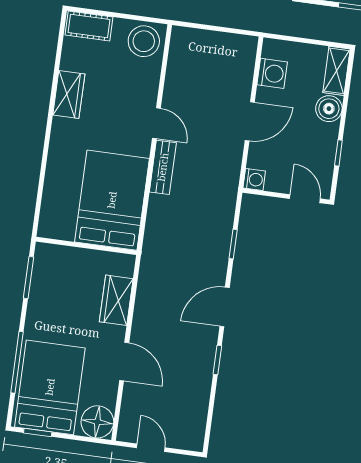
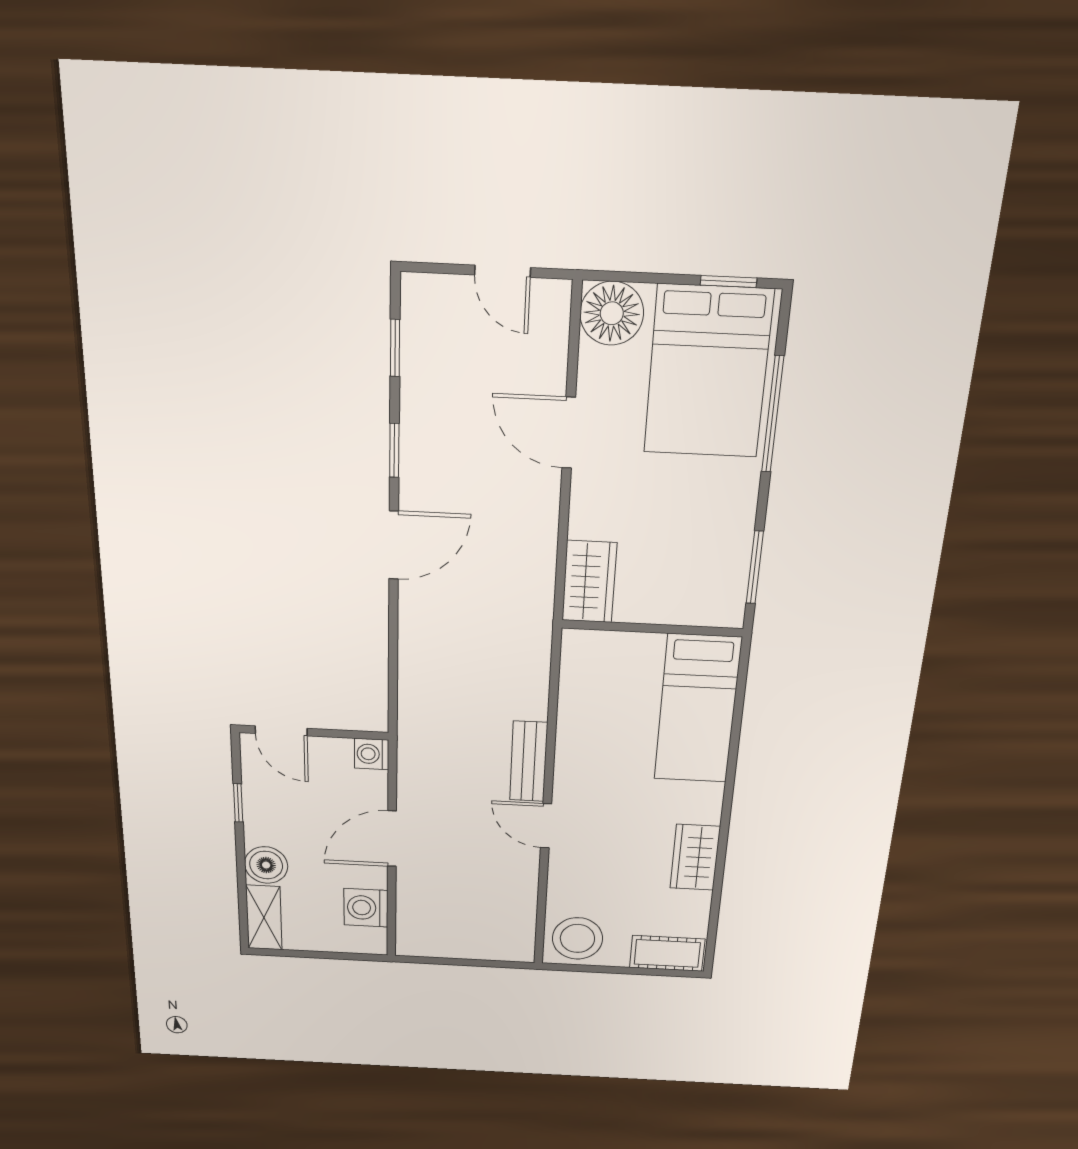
bed: (112, 200) -> (697, 709), moved, width x0.67
window: (233, 244) -> (395, 348), moved
wardrobe: (116, 300) -> (589, 582), moved

